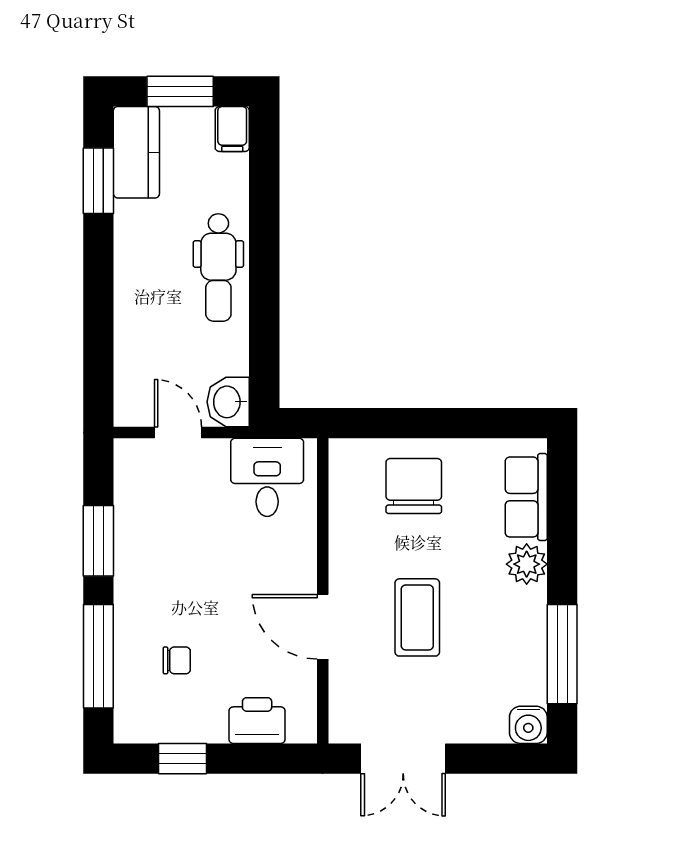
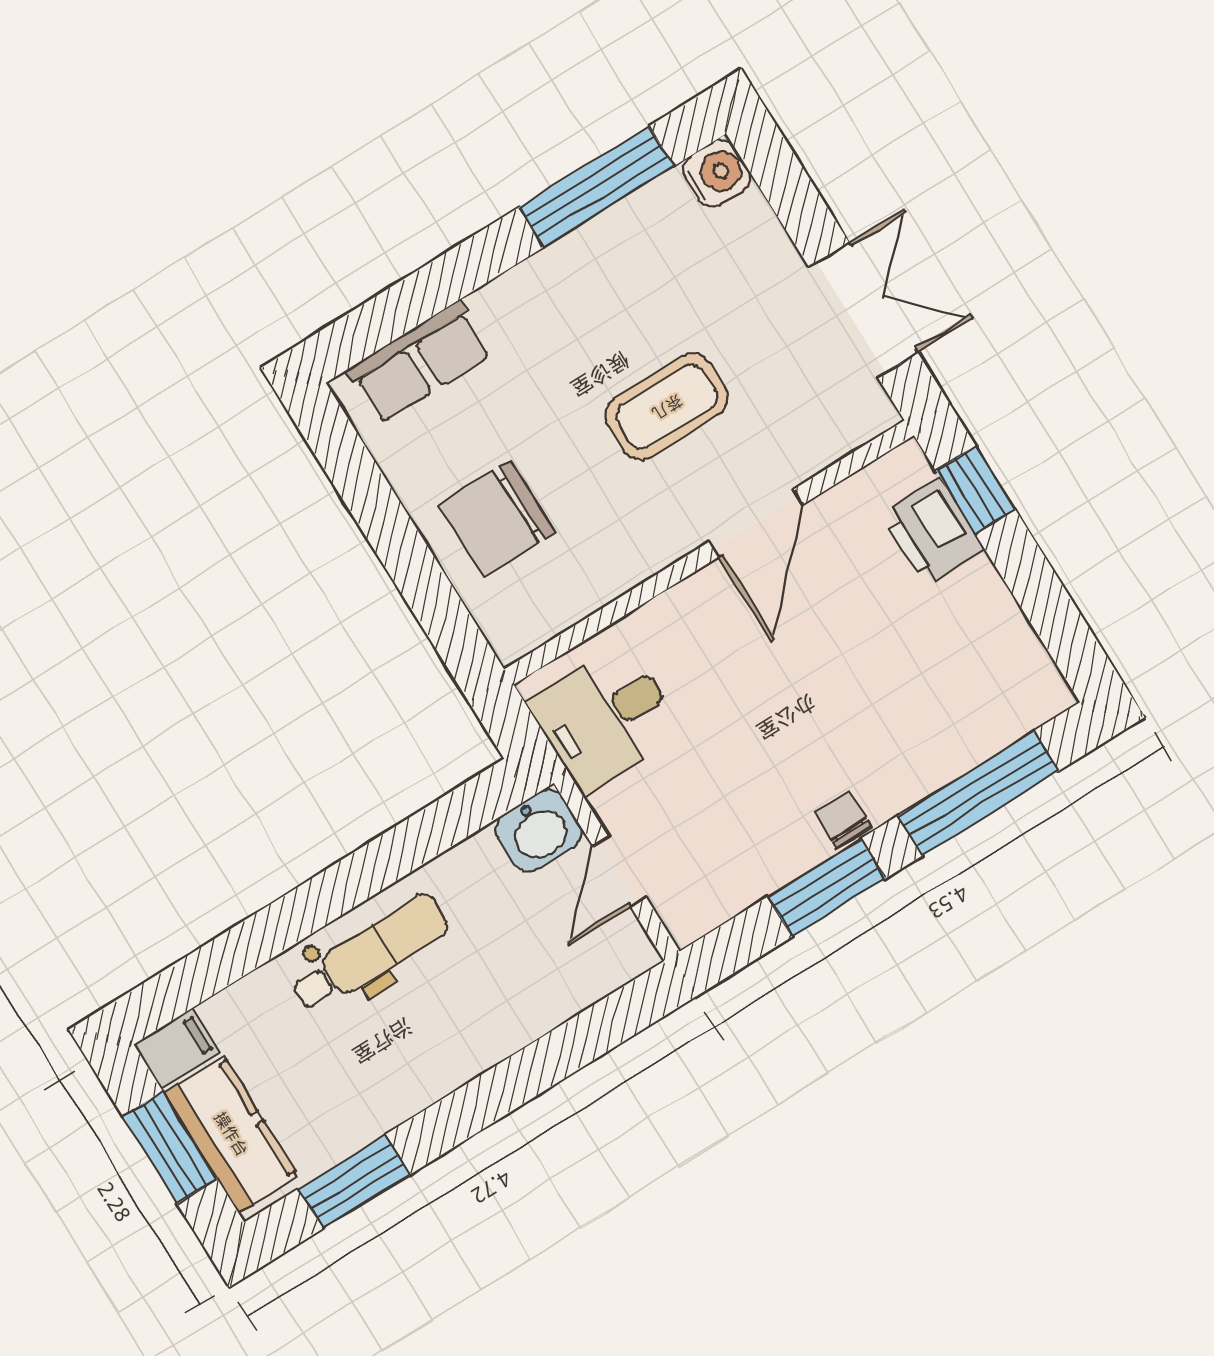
kitchen counter: (136, 152) -> (231, 1134), moved, turned 90
plant: (527, 564) -> (507, 307), removed
chair: (177, 660) -> (843, 820), moved
window: (183, 759) -> (975, 490), moved

